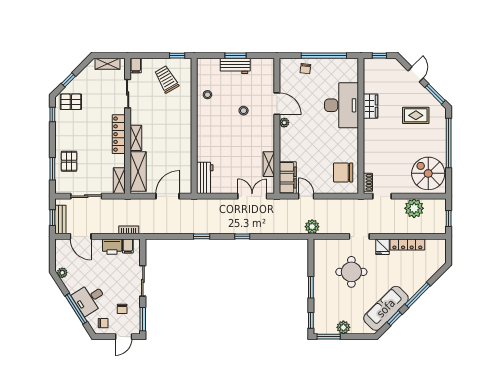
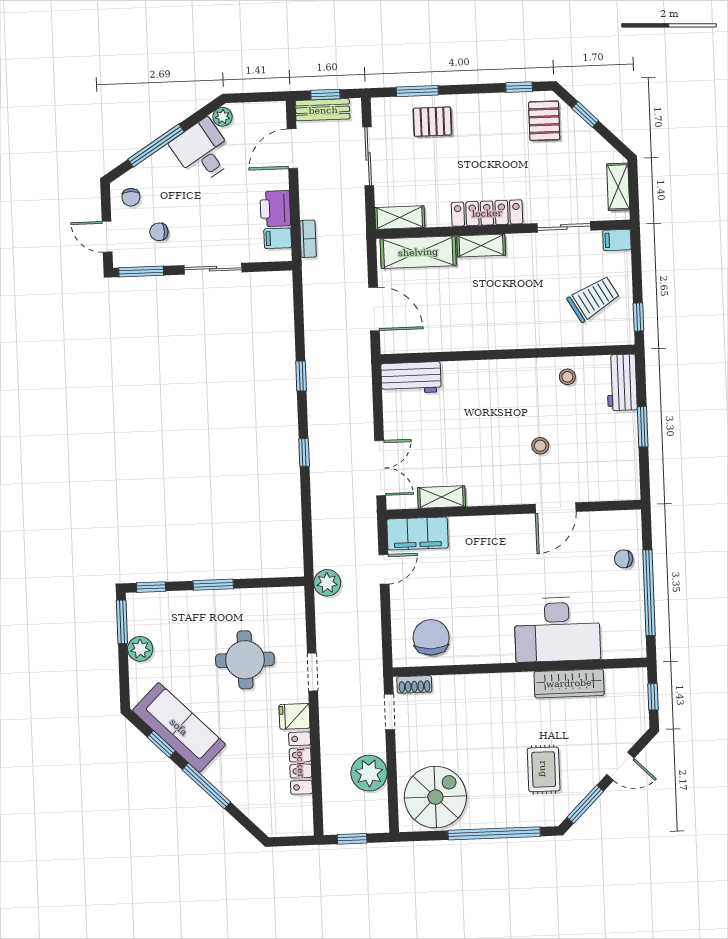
workbench: (235, 66) -> (622, 382), moved
wardrobe: (371, 106) -> (569, 683), width x1.50
plant: (284, 123) -> (521, 523), removed
desk: (89, 299) -> (203, 151), moved

